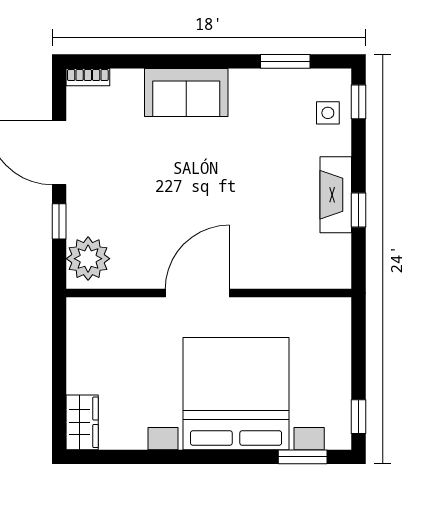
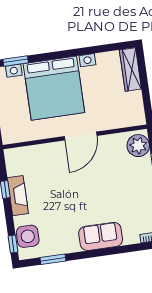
side table: (328, 113) -> (28, 236), width x1.87, depth x1.87
wardrobe: (82, 422) -> (130, 69), width x1.50

